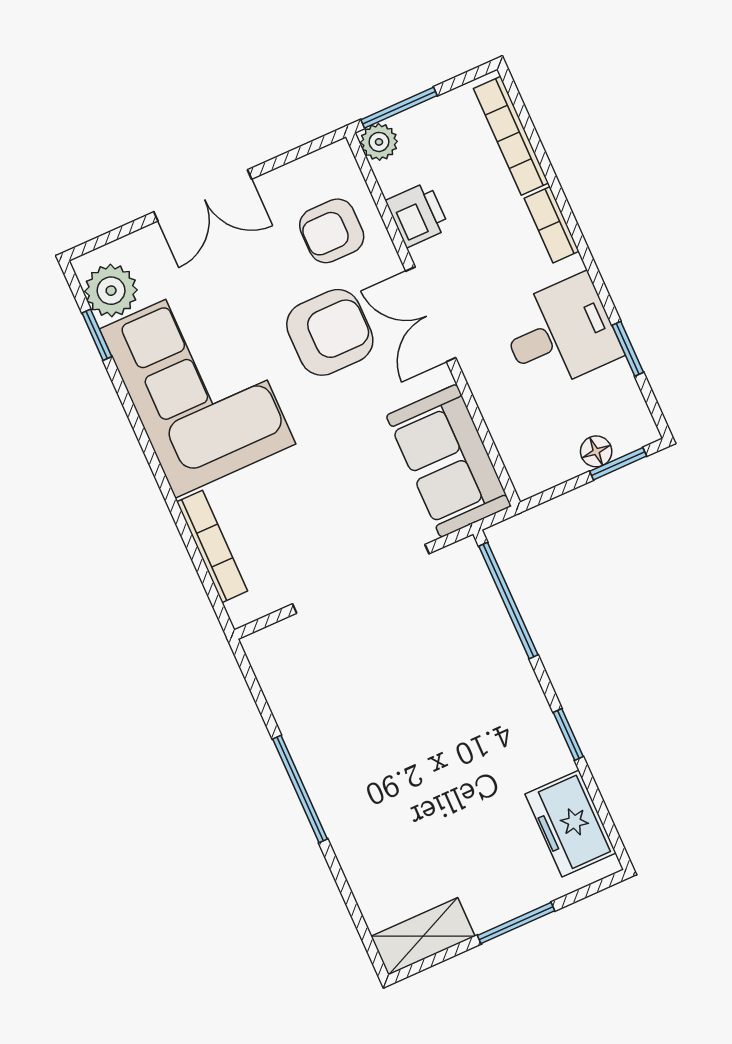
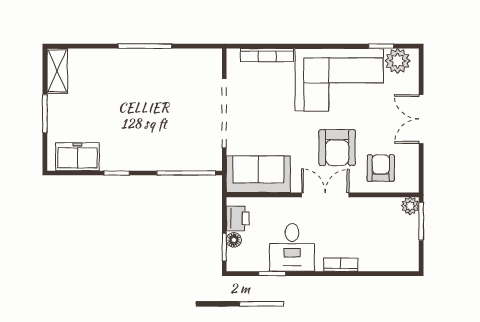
bookcase: (511, 136) -> (387, 264), removed
printer: (417, 215) -> (238, 218), moved, turned -90

